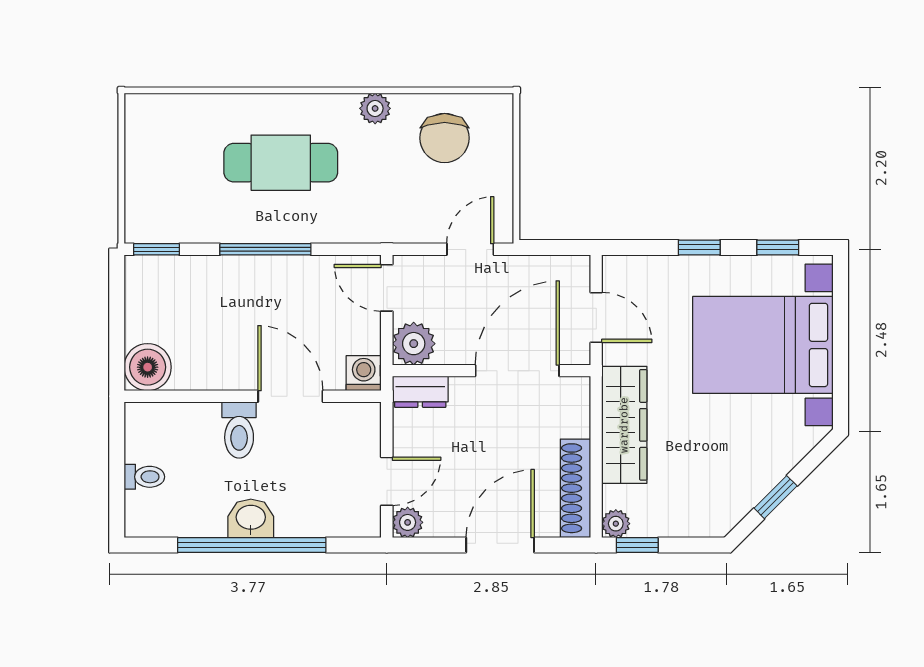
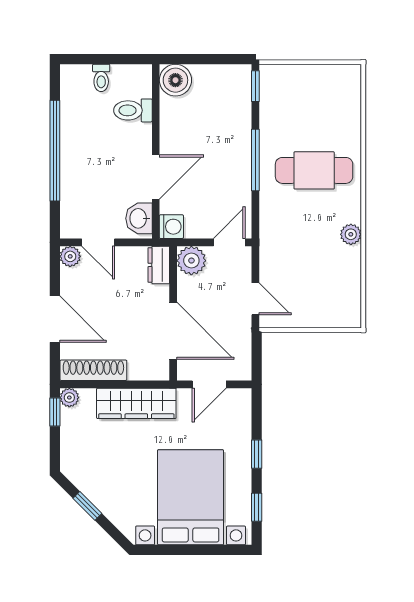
chair: (445, 138) -> (331, 281), removed
cafe table: (281, 163) -> (314, 170), turned 90
toilet: (239, 430) -> (133, 110), moved
washbasin: (251, 518) -> (139, 218), moved, turned 180

